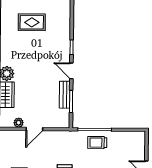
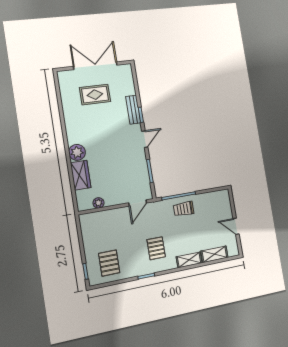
door: (71, 71) -> (145, 139), swing flipped
bench: (65, 95) -> (133, 110), moved
door: (34, 129) -> (138, 203), moved

